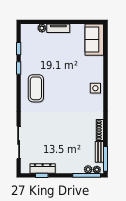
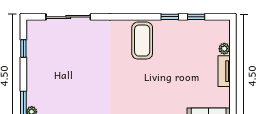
coffee table: (36, 88) -> (142, 41), turned 90
dresser: (43, 169) -> (33, 50), removed

